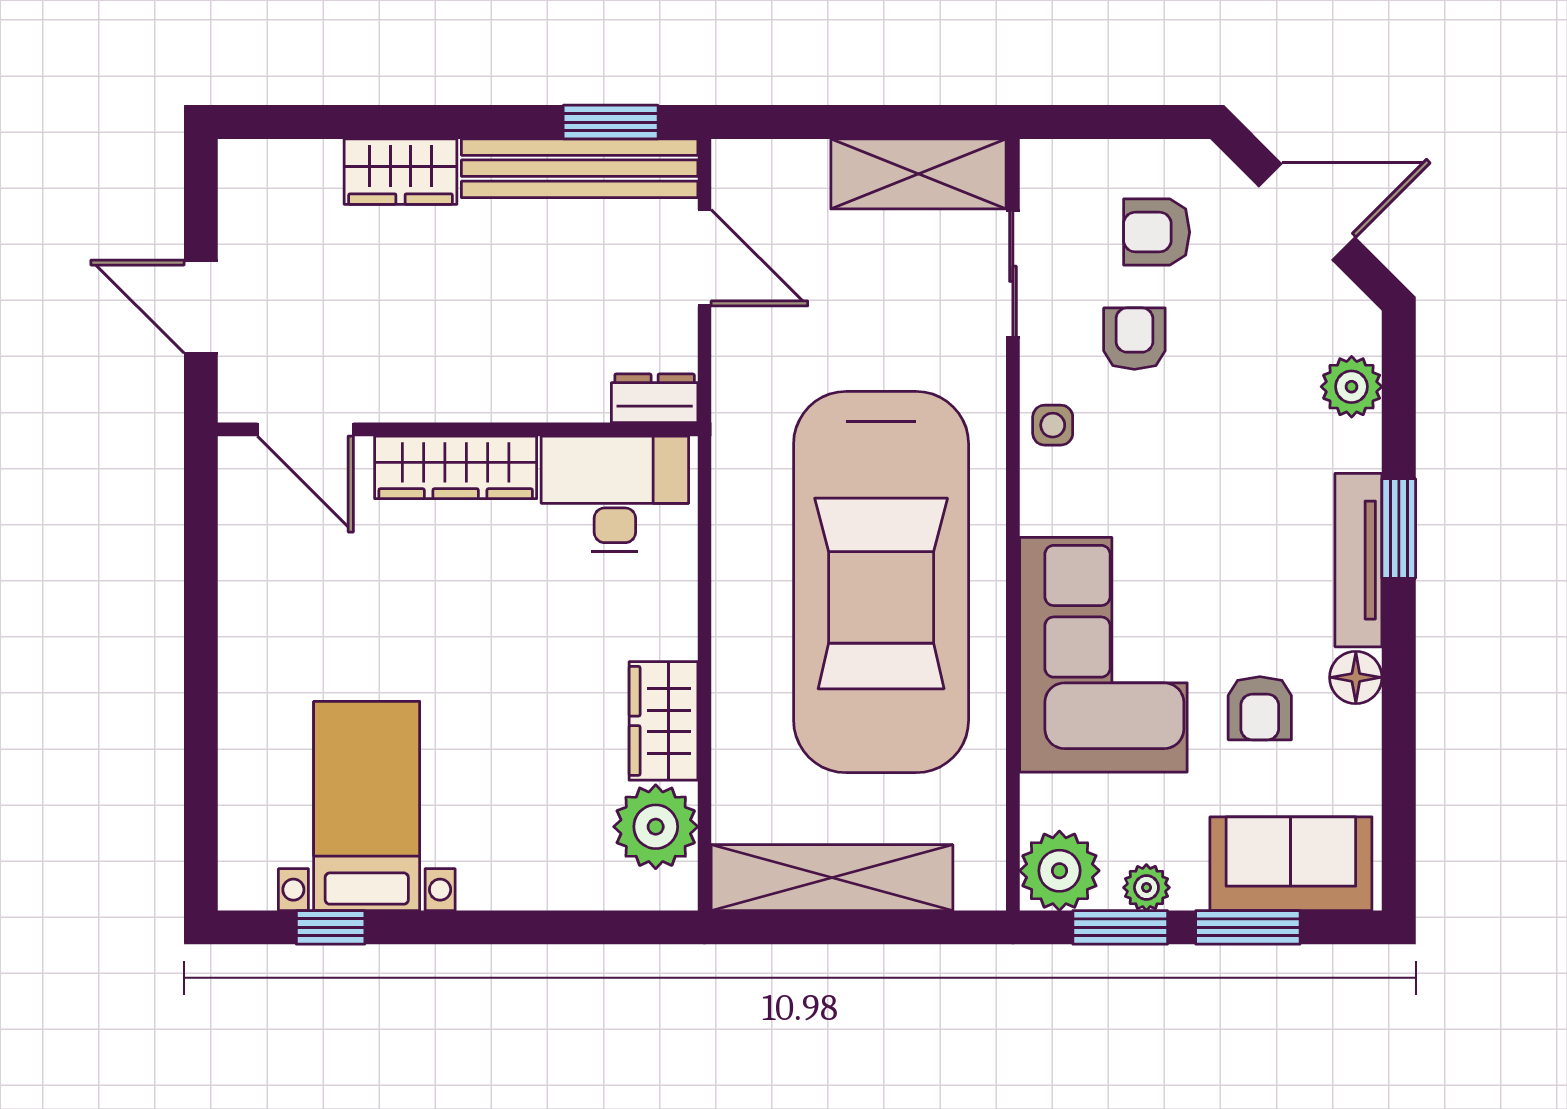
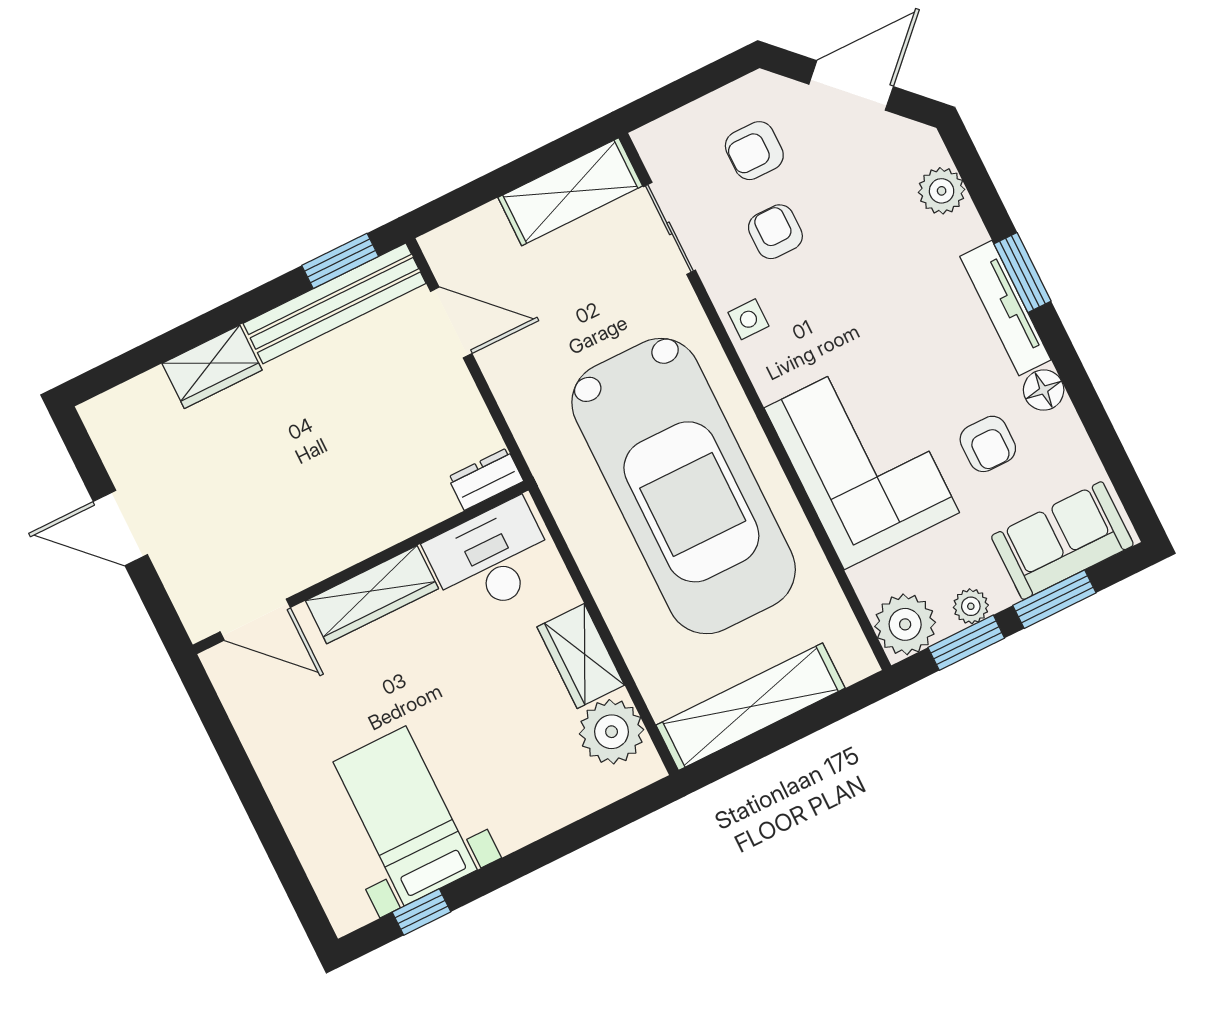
dresser: (655, 398) -> (486, 479), moved
door: (305, 429) -> (255, 620), moved
wall: (458, 429) -> (360, 568), moved
wardrobe: (456, 467) -> (372, 595), moved
desk: (615, 494) -> (491, 559), moved

